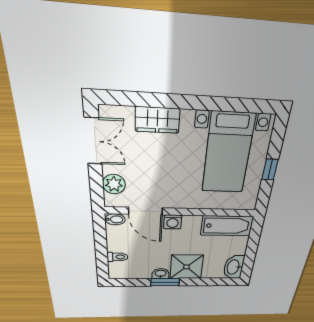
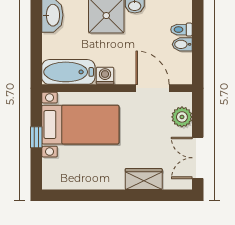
bed with nightstands: (228, 154) -> (80, 125), moved, turned 90
bidet: (115, 219) -> (182, 44), moved
washing machine: (173, 222) -> (105, 76), moved

